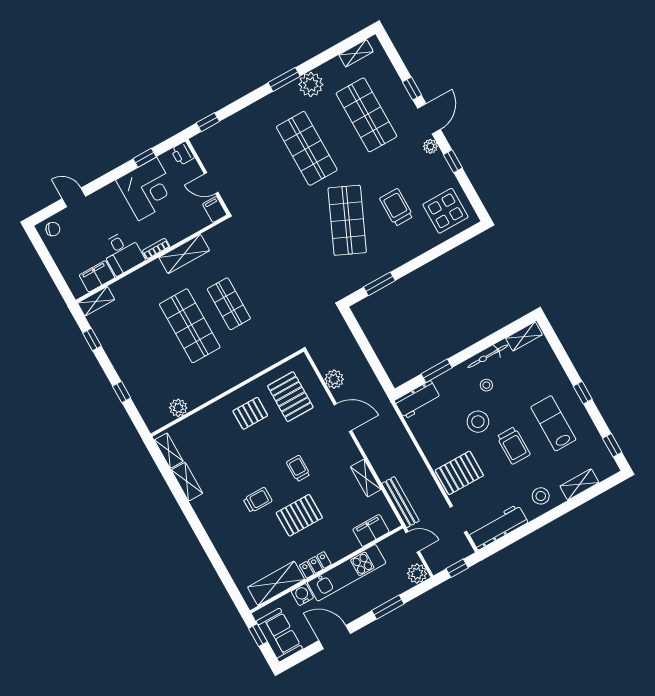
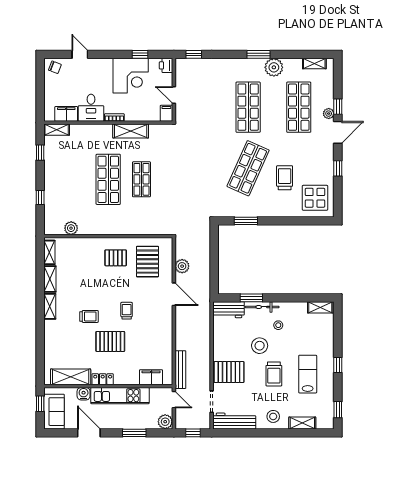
plant: (430, 146) -> (329, 114), moved
bicycle: (488, 356) -> (262, 307), moved
shelving: (366, 478) -> (50, 306), moved

